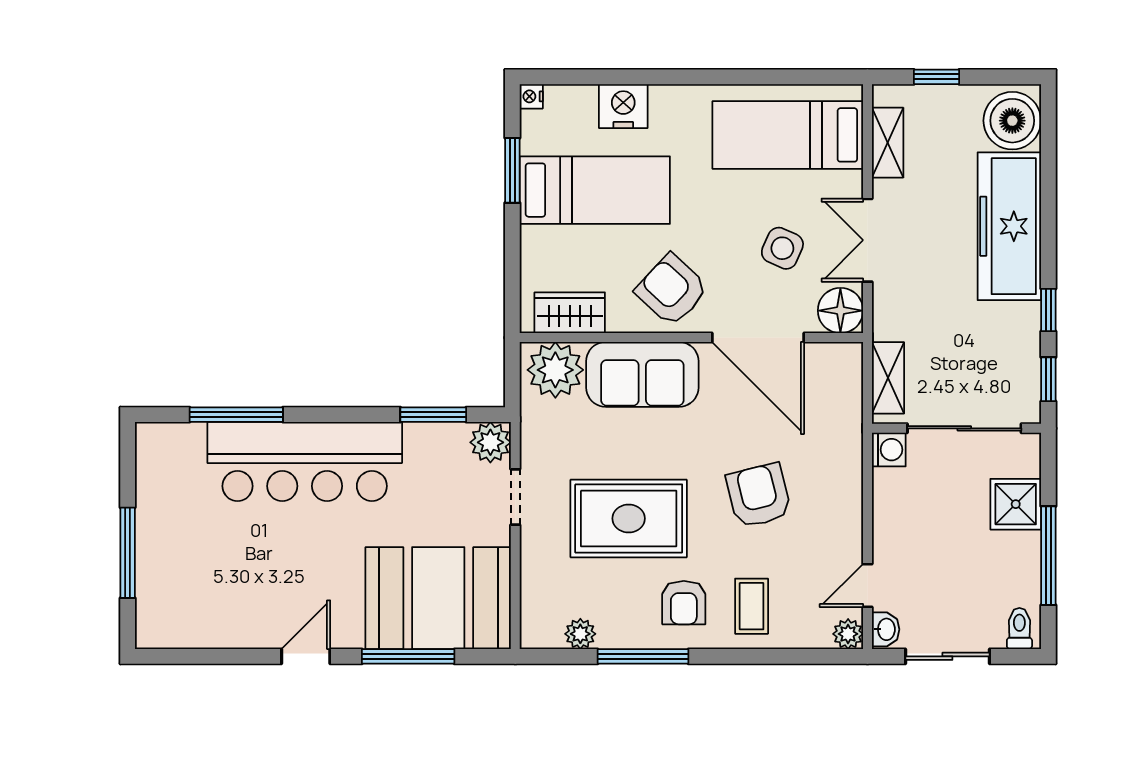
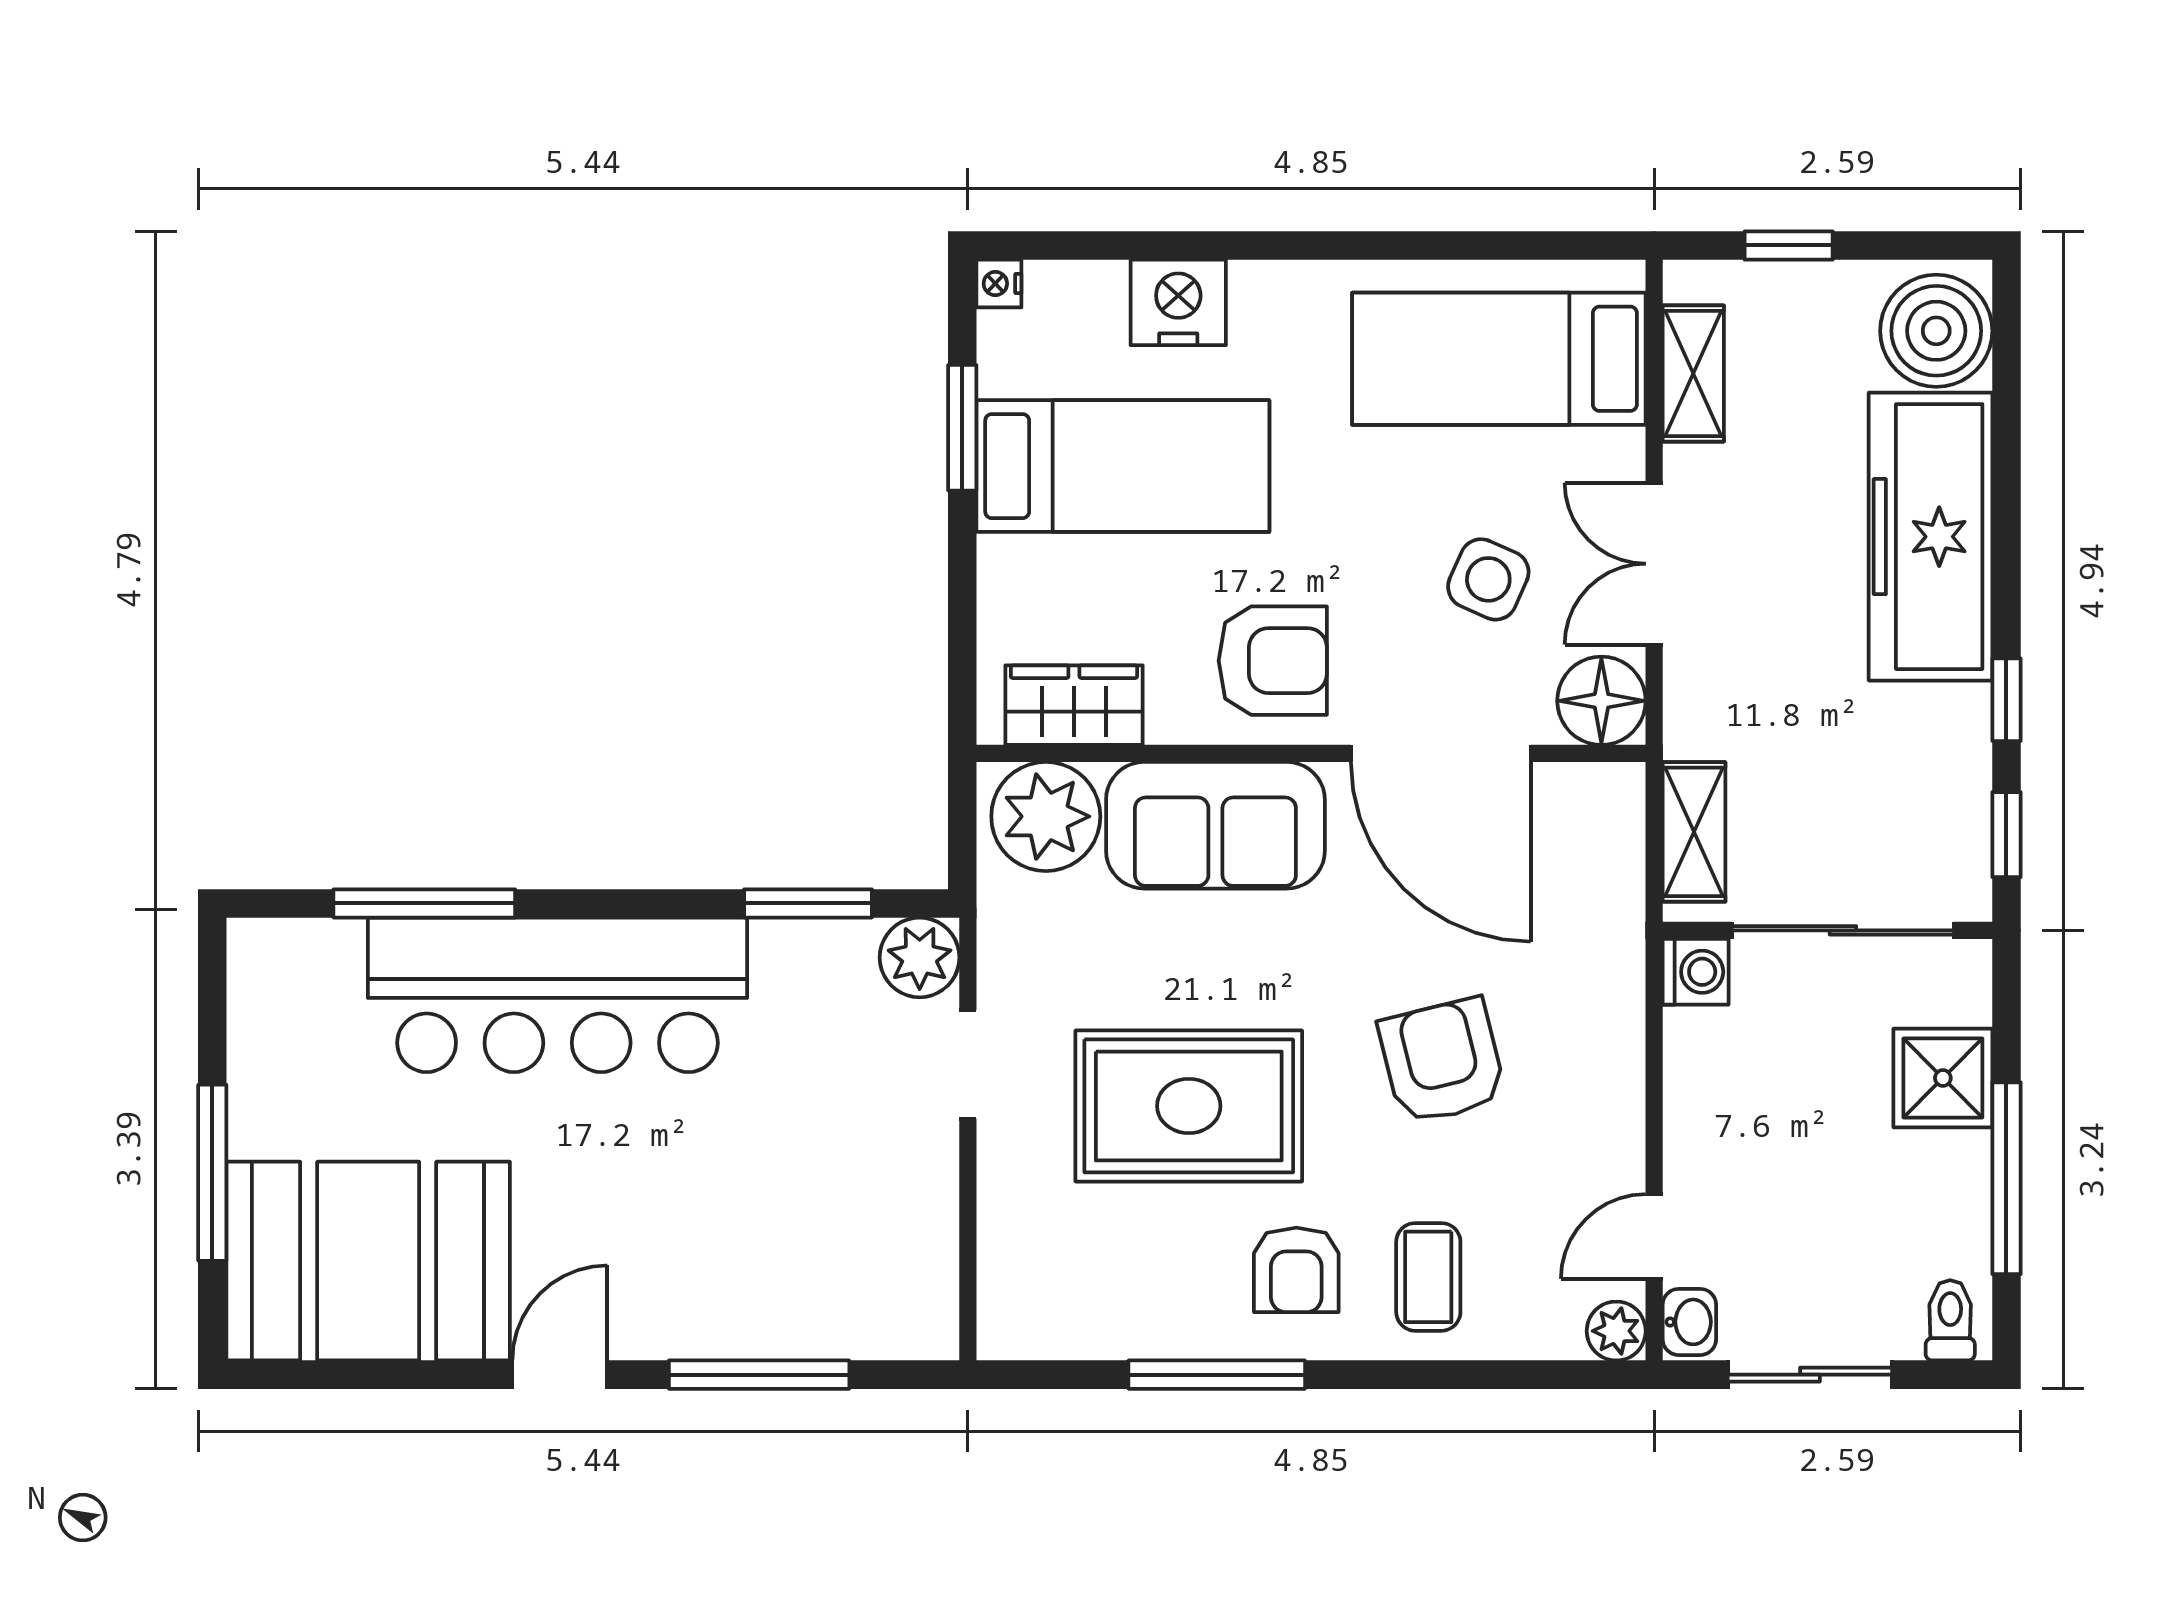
armchair: (672, 290) -> (1273, 661), turned 137
booth: (438, 598) -> (368, 1261), moved
plant: (580, 634) -> (1094, 1331), removed

